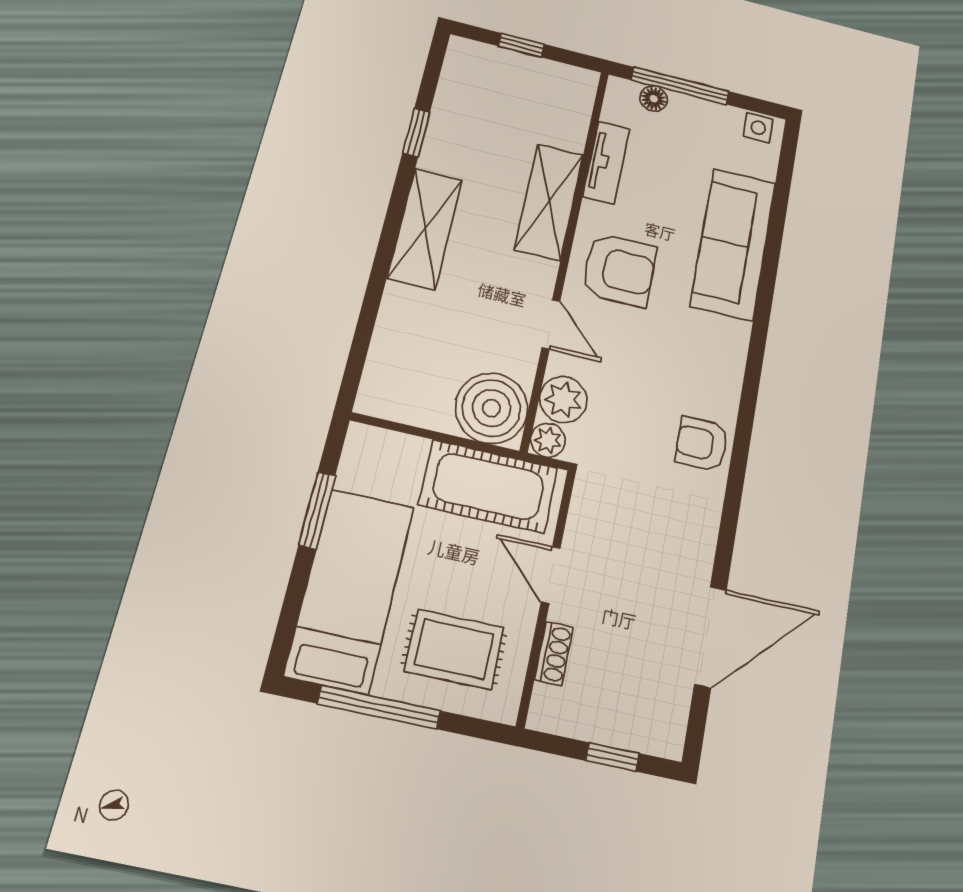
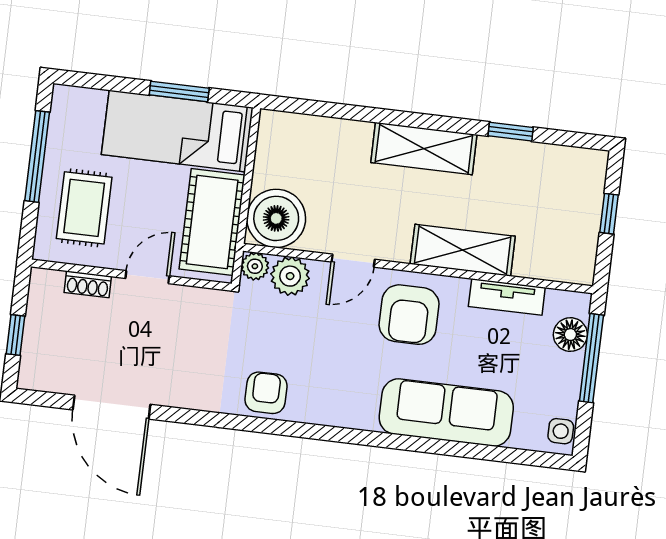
floor lamp: (654, 99) -> (570, 335), width x1.37, depth x1.37
bed: (350, 590) -> (177, 131), moved, turned 180

